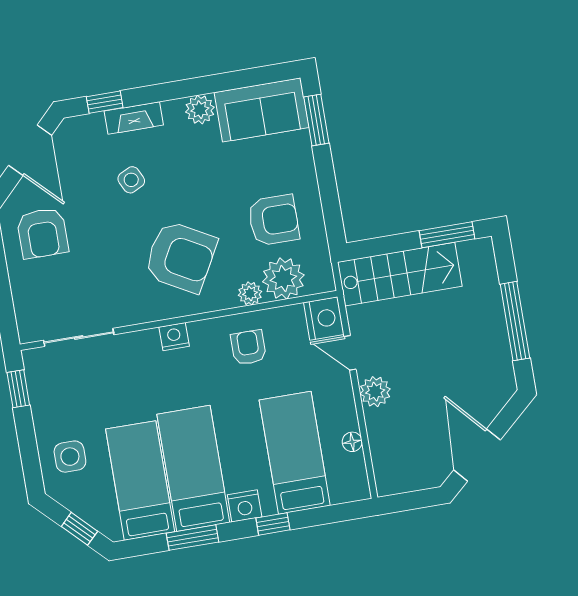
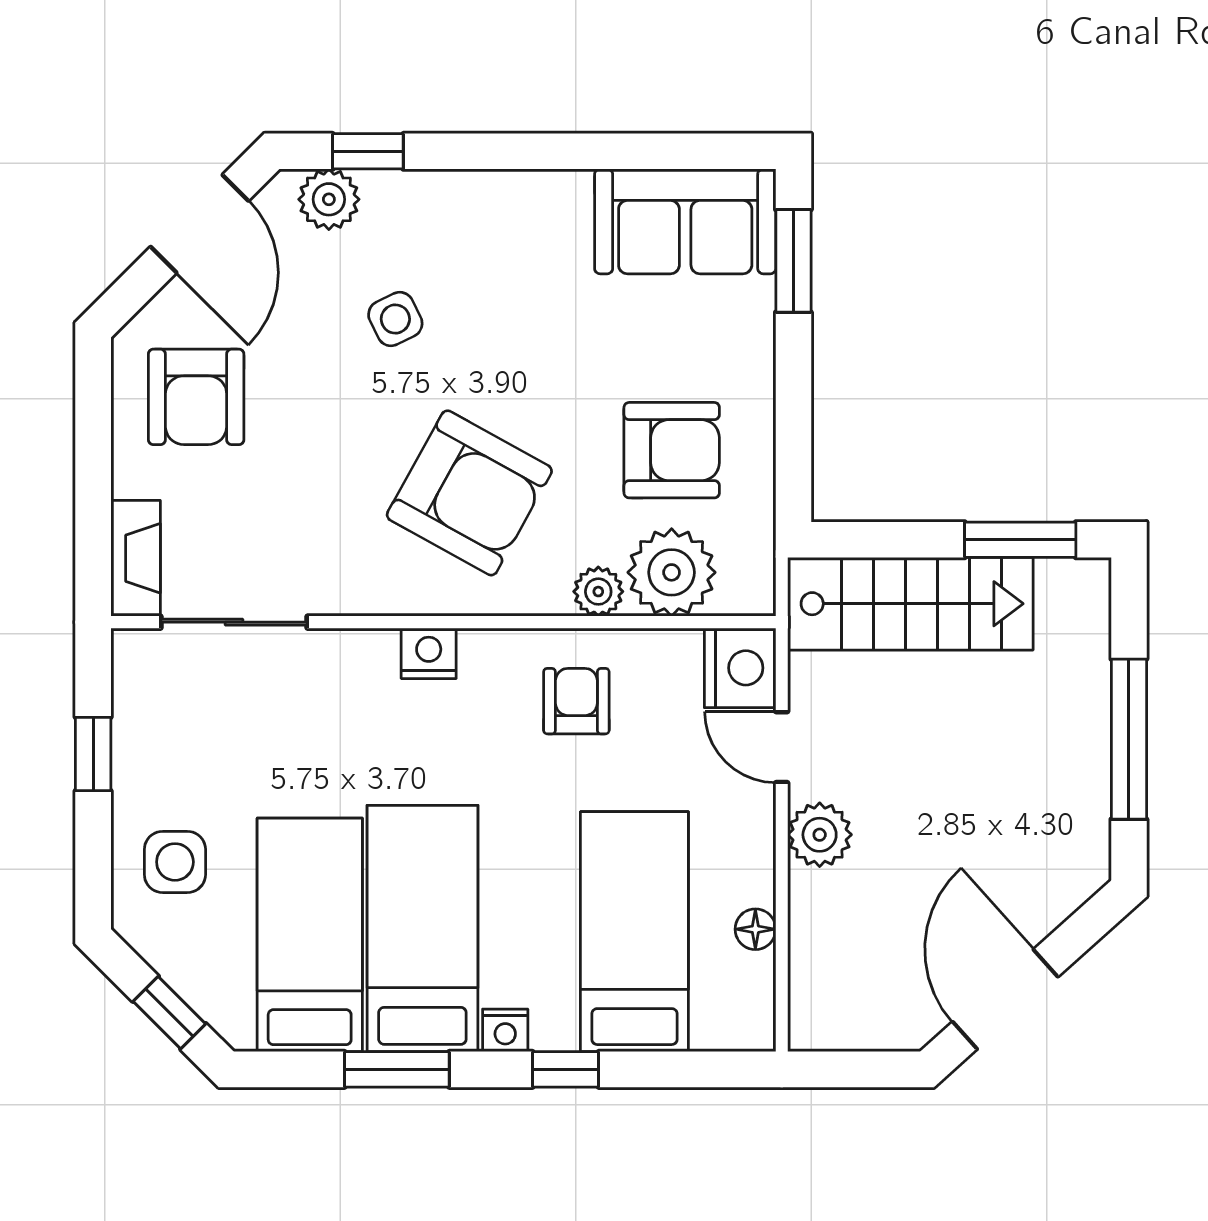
plant: (200, 110) -> (329, 199), moved
fireplace: (134, 118) -> (136, 558), moved, turned -90
window: (18, 389) -> (93, 754), moved
nightstand: (245, 506) -> (505, 1030), width x0.72, depth x0.74

